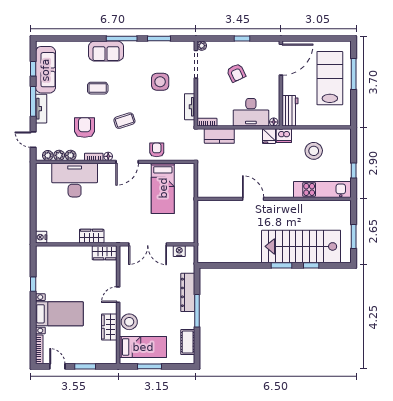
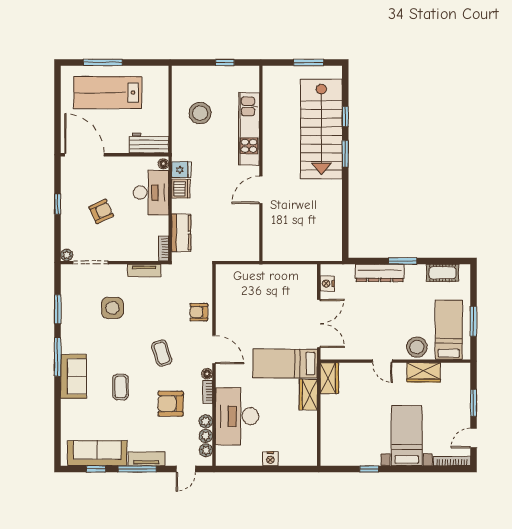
dishwasher: (284, 136) -> (181, 189), moved
bed: (163, 188) -> (285, 364), moved, turned 180
kitchen unit: (322, 189) -> (249, 129), moved
nightstand: (41, 237) -> (270, 459), moved
window: (197, 311) -> (403, 261), width x0.69

